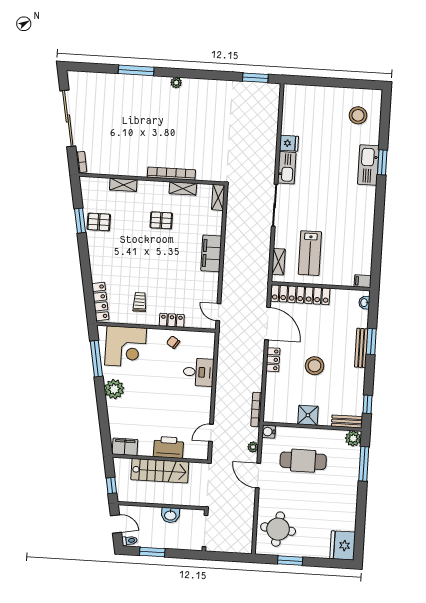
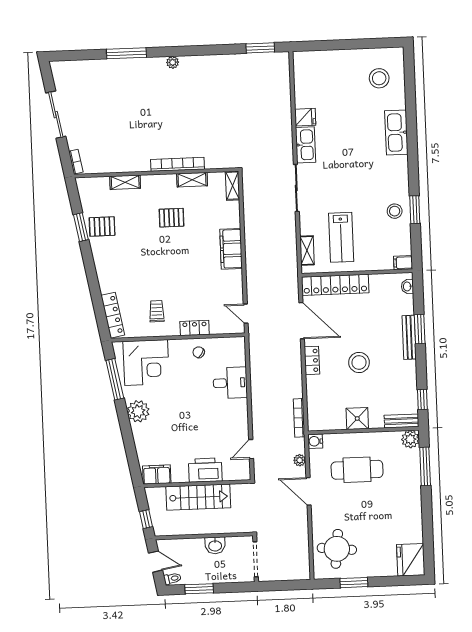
sliding door: (68, 118) -> (56, 115), width x0.73
window: (382, 162) -> (415, 210), moved
stool: (360, 235) -> (395, 211), added

